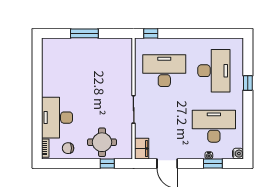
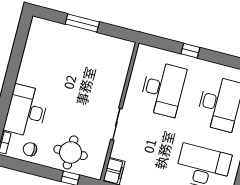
window: (151, 33) -> (190, 51), moved
desk: (164, 71) -> (163, 89), turned 90

